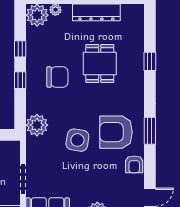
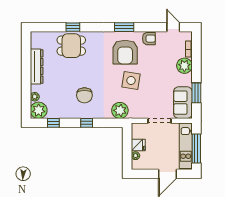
window: (20, 49) -> (53, 123), moved
dining table: (100, 64) -> (71, 46), moved
chair: (57, 77) -> (84, 95), turned 180

